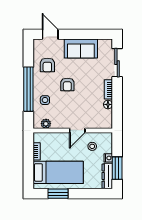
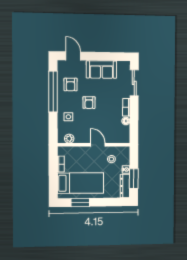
window: (28, 89) -> (53, 92), moved
door: (77, 130) -> (98, 145), swing flipped

